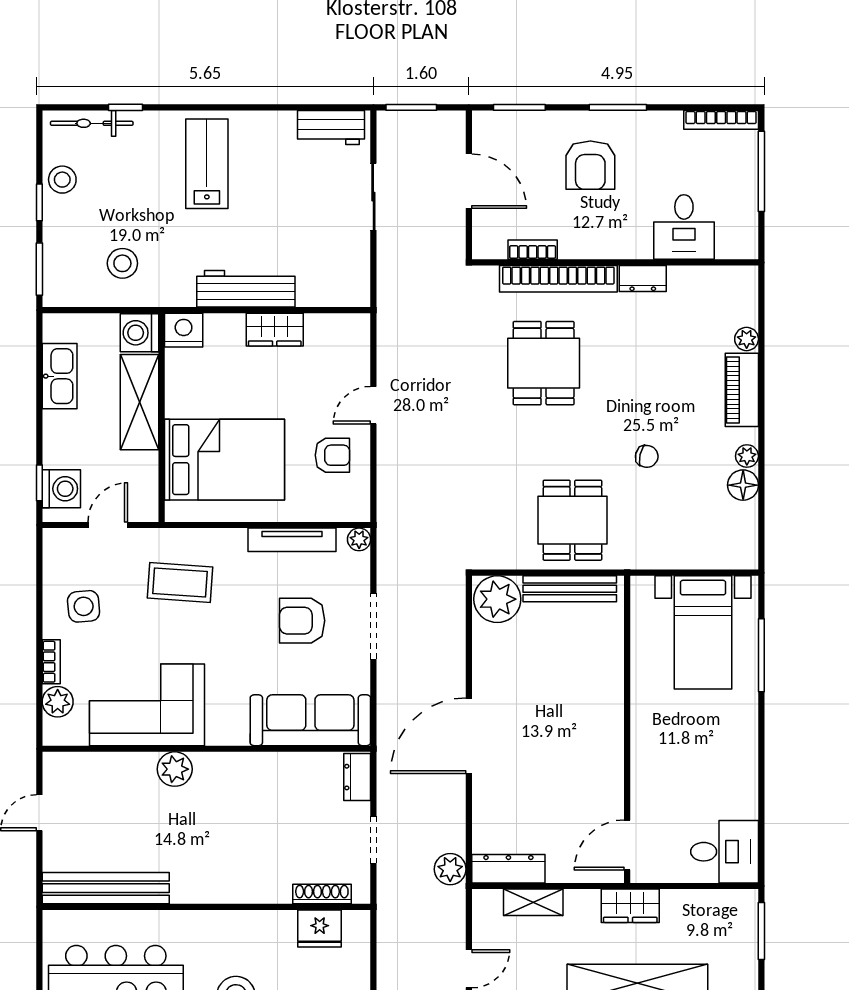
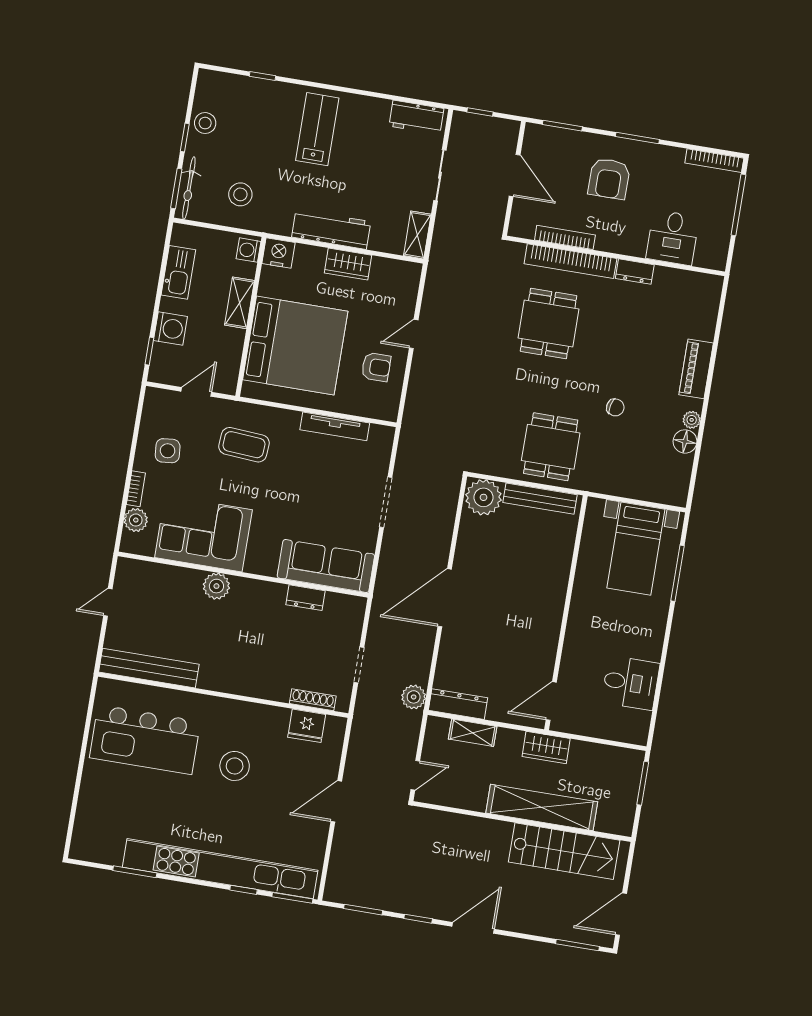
window: (411, 107) -> (480, 112), width x0.67
bicycle: (92, 123) -> (189, 188), moved, turned -90
bookcase: (533, 250) -> (565, 237), width x1.56
shelving: (357, 278) -> (417, 235), added
washing machine: (139, 333) -> (249, 250), width x0.73, depth x0.73
plant: (747, 339) -> (706, 331), removed
shelving: (140, 402) -> (240, 303), width x0.67, depth x0.75
bed: (225, 460) -> (295, 346), width x1.36
washing machine: (61, 489) -> (170, 329), moved
plant: (359, 539) -> (386, 434), removed
armchair: (302, 621) -> (332, 489), removed
dresser: (357, 777) -> (305, 598), moved, turned -90
desk: (725, 852) -> (631, 683), moved

